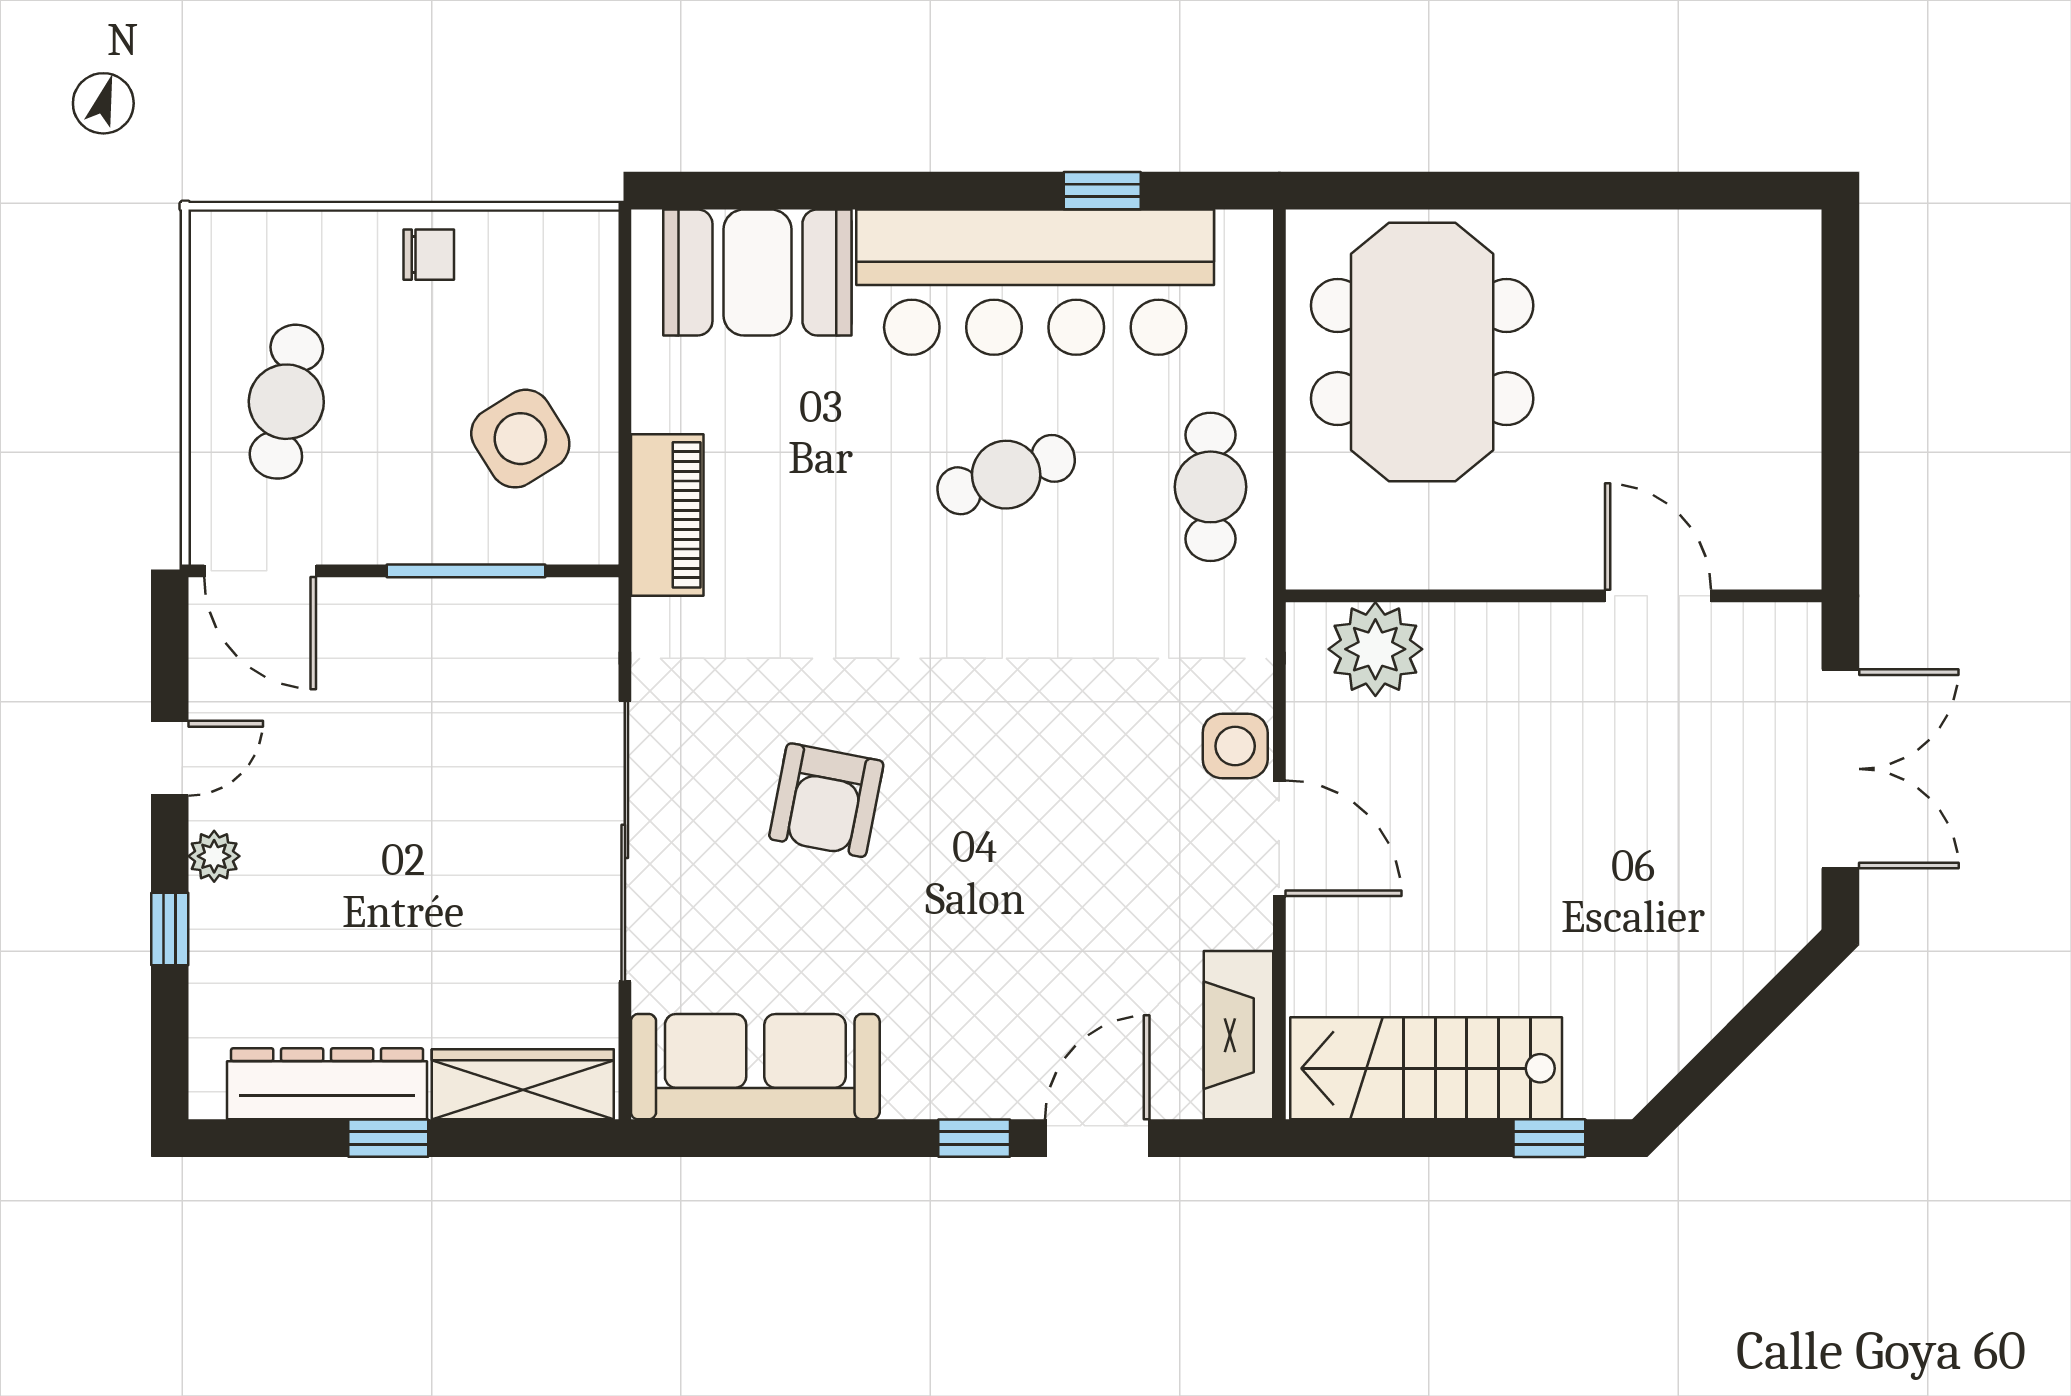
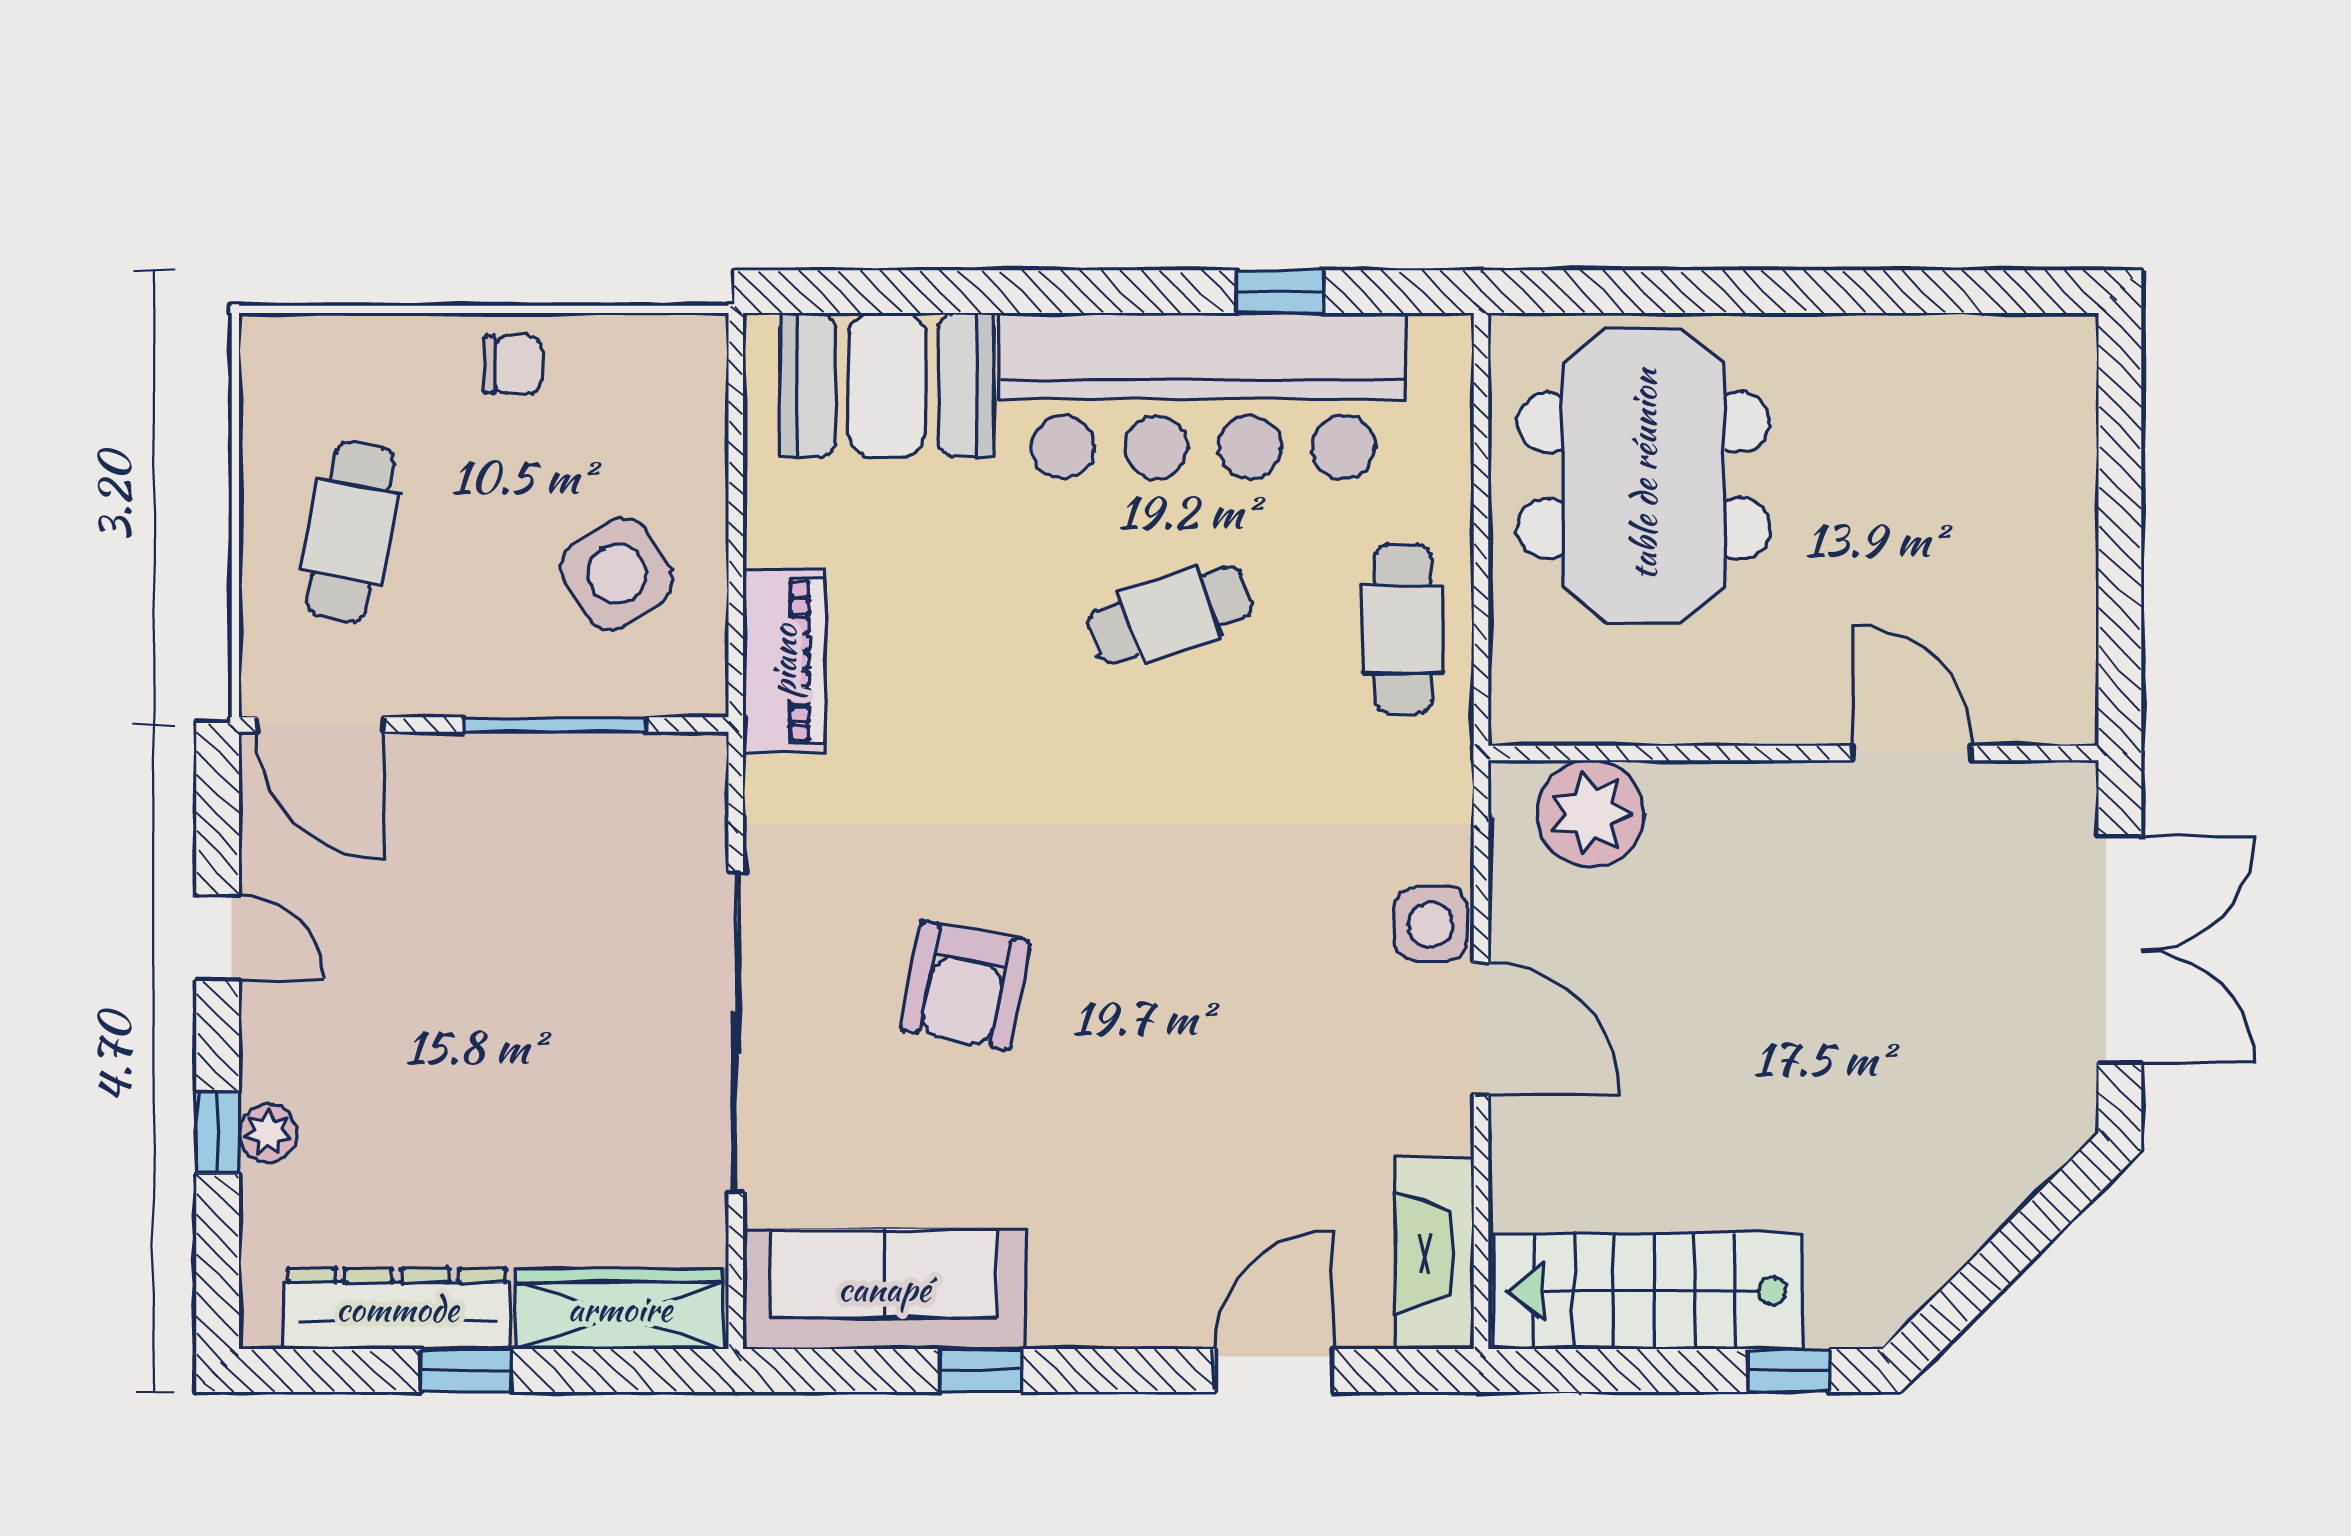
door: (170, 758) -> (218, 938), hinge flipped
plant: (214, 856) -> (268, 1133), moved
window: (974, 1138) -> (981, 1370), moved

